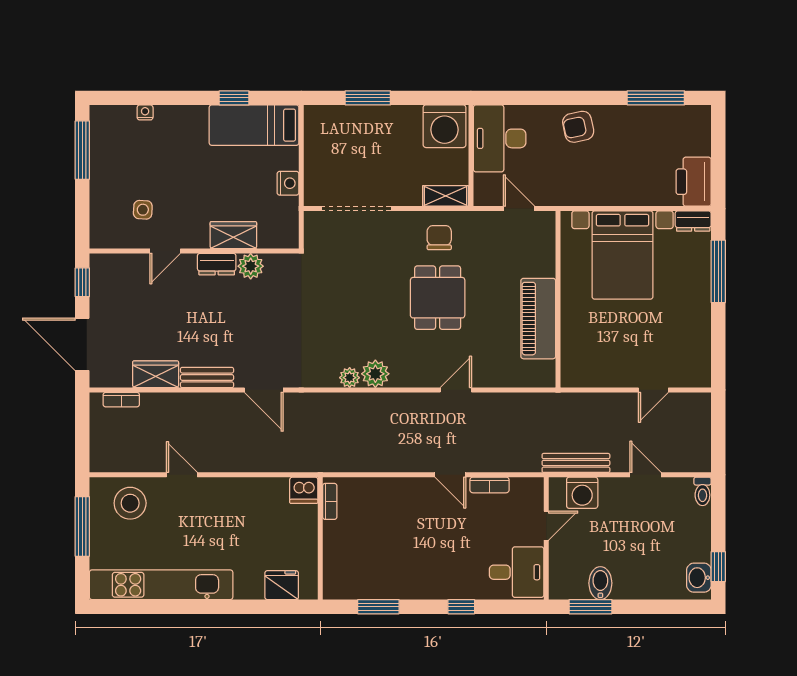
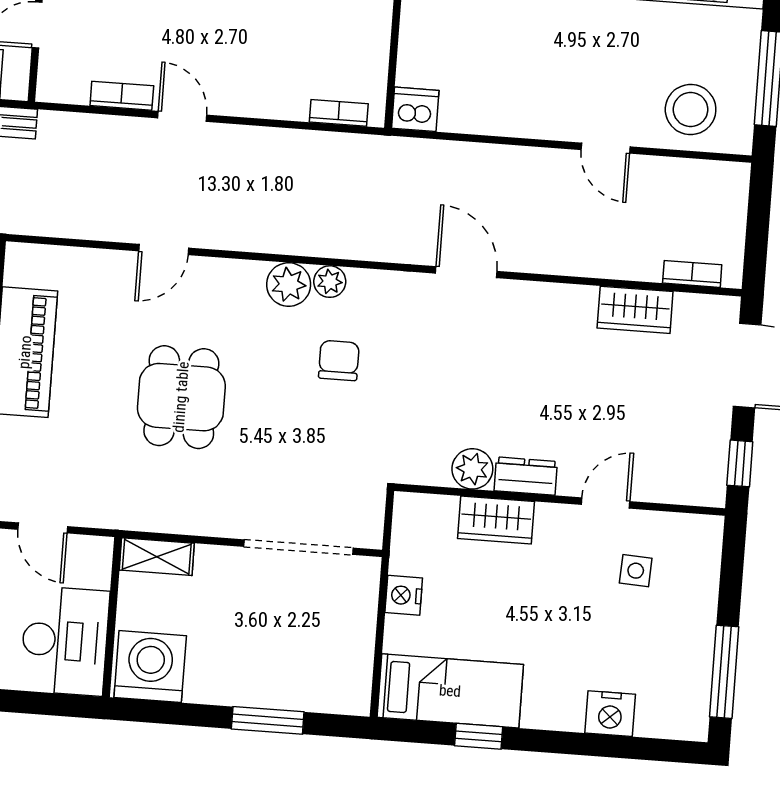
nightstand: (145, 112) -> (610, 714), width x1.89, depth x1.79
chair: (439, 238) -> (339, 360), moved, turned 180
bench: (207, 377) -> (554, 299), removed
bookcase: (330, 501) -> (339, 113), moved, turned 90

